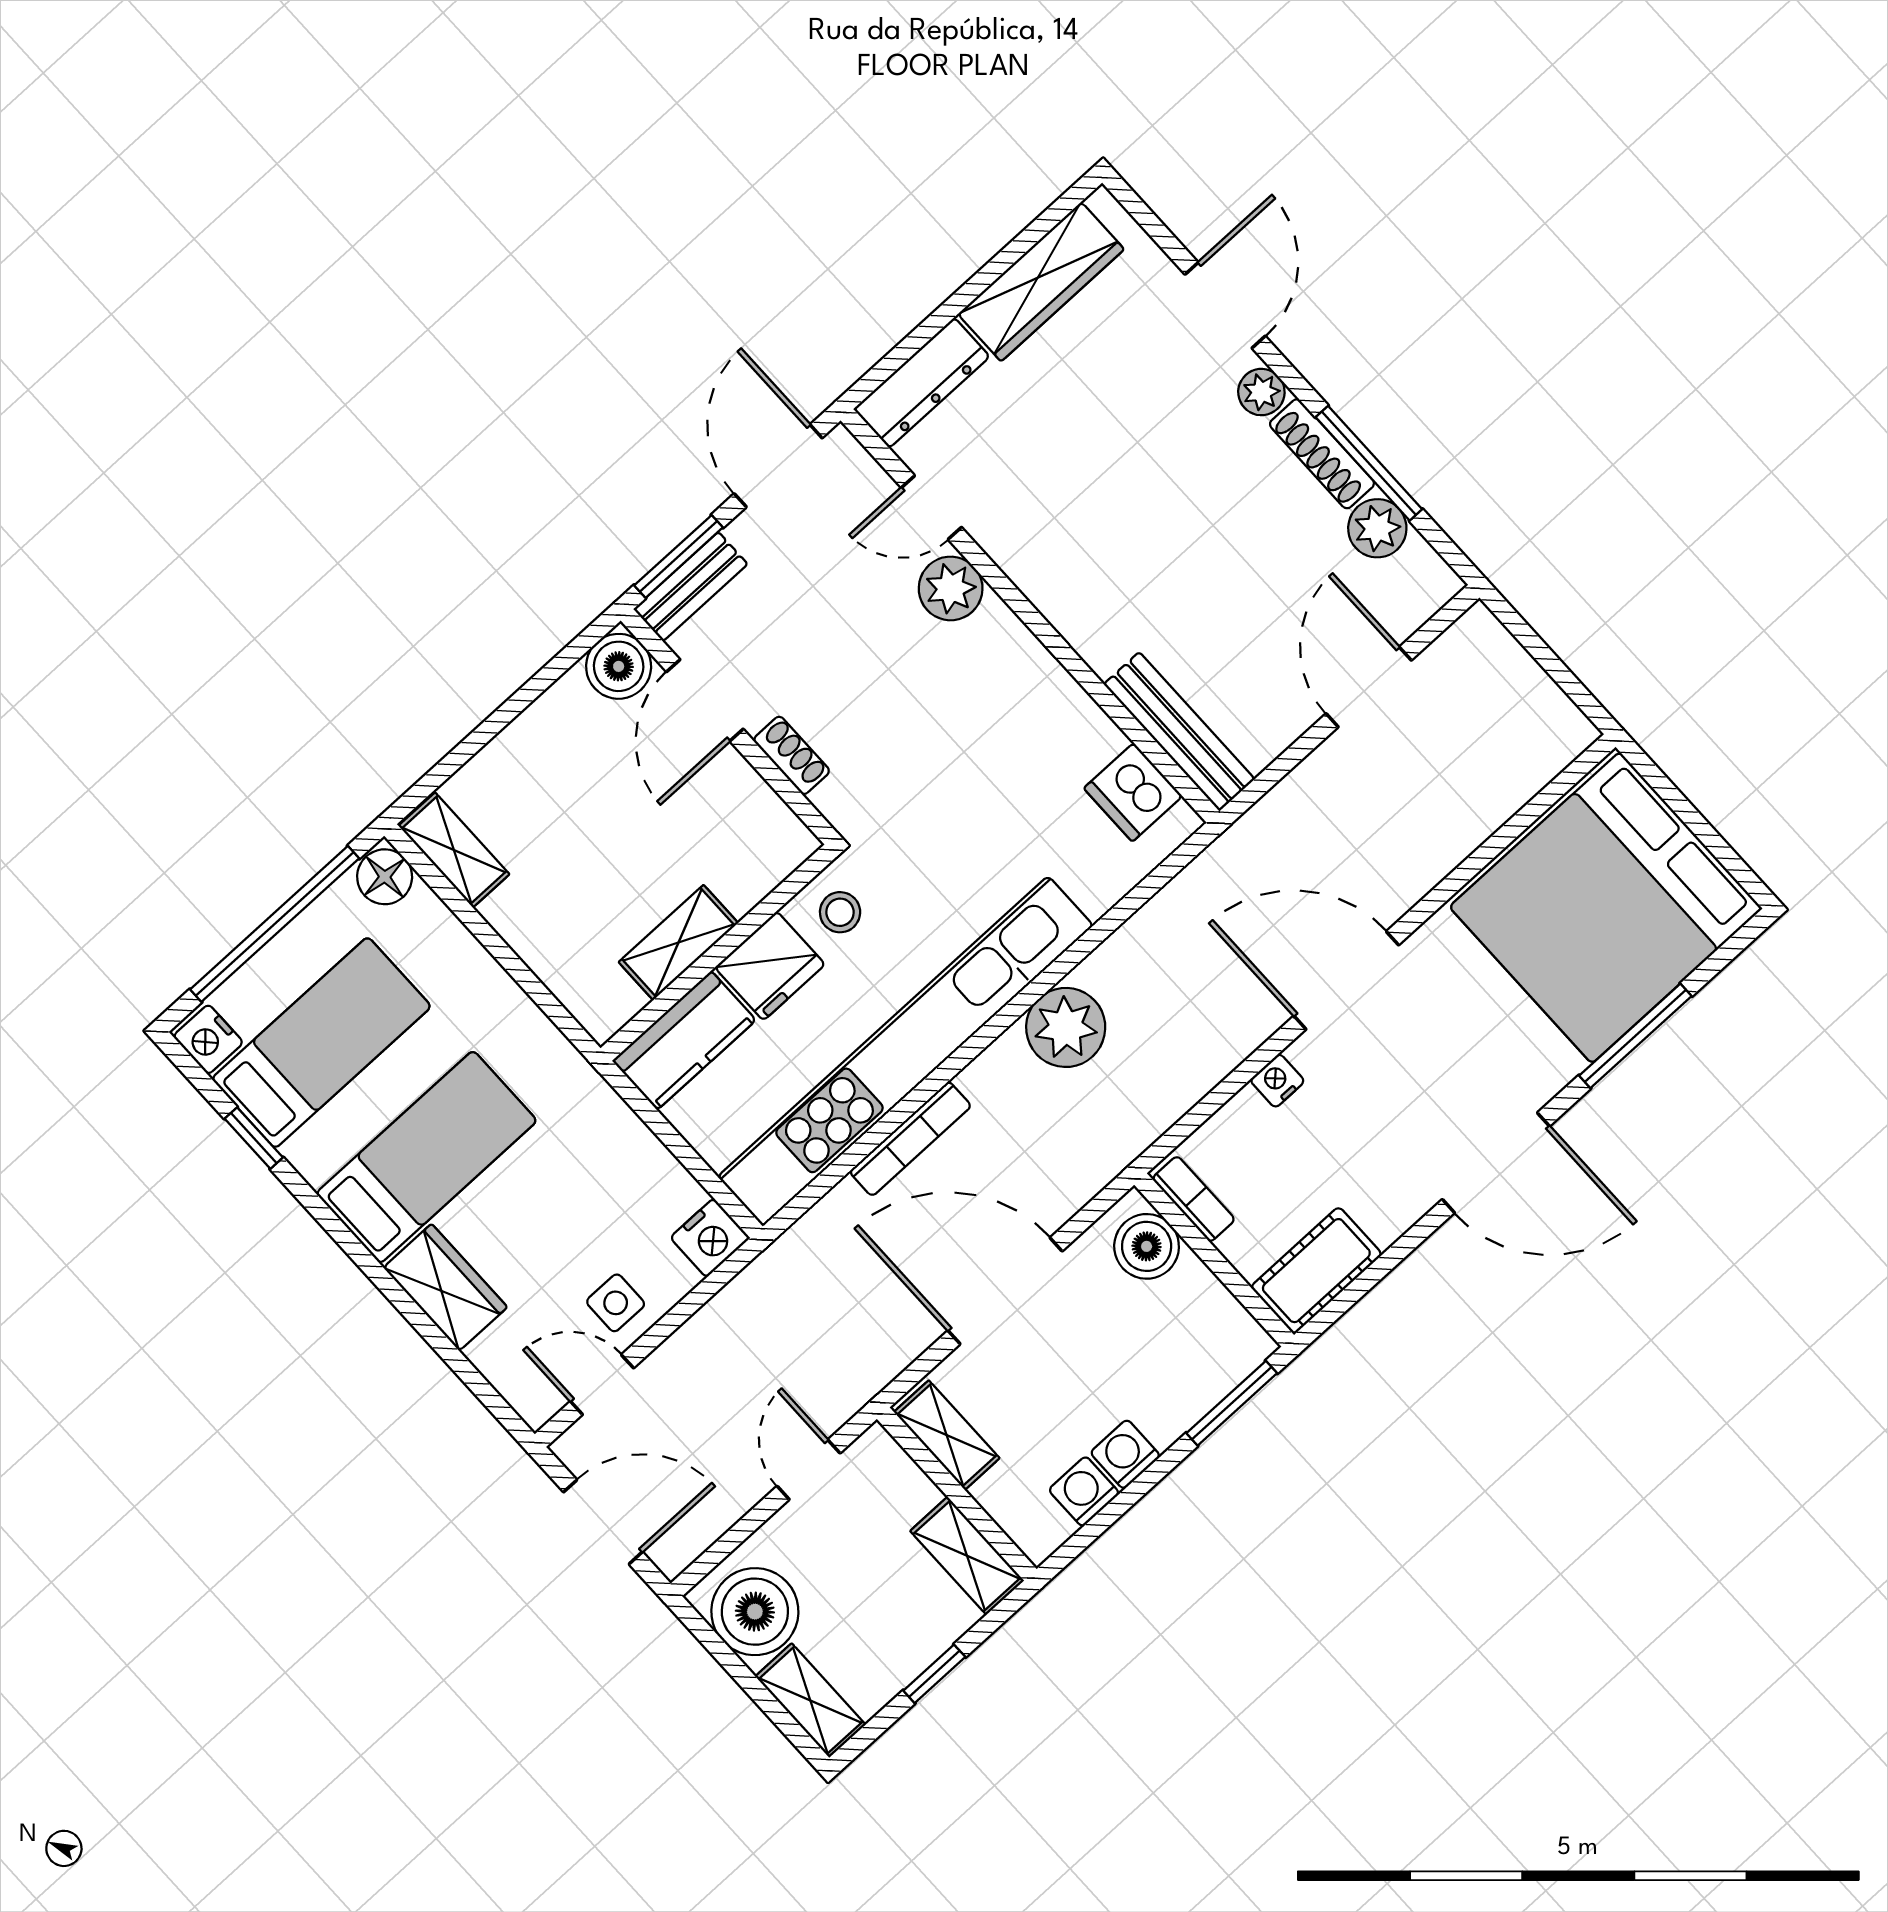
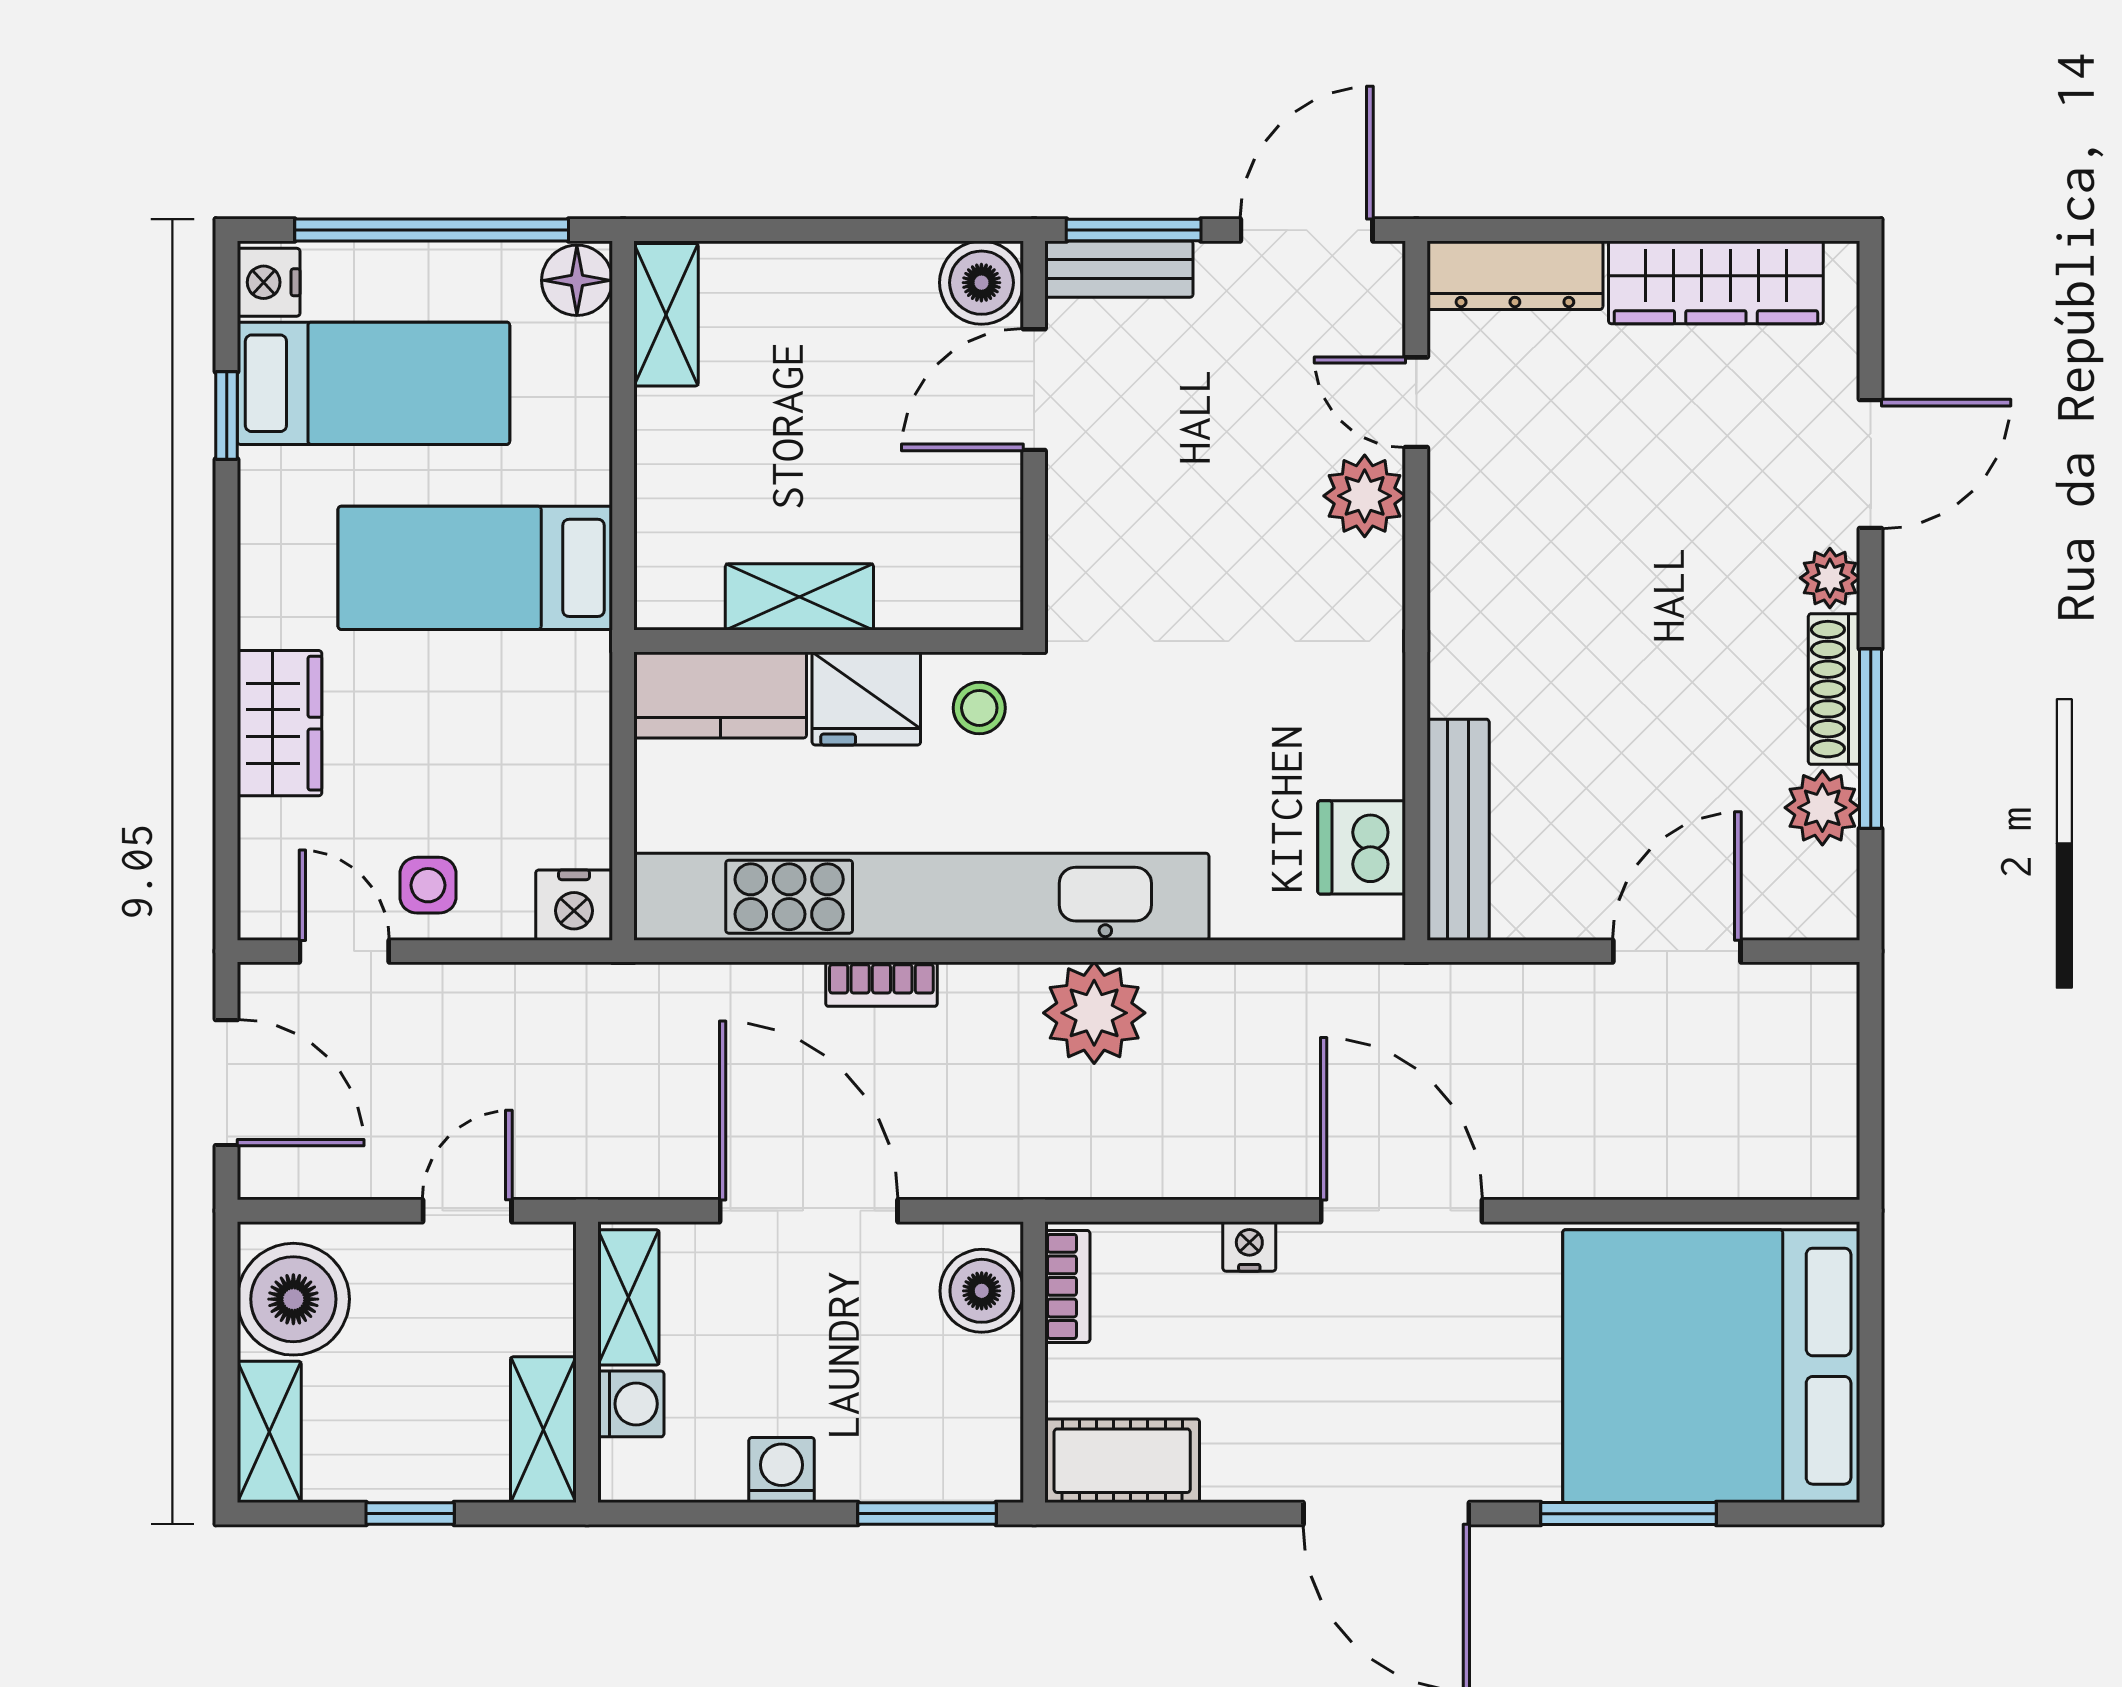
shoe rack: (792, 755) -> (1069, 517), removed
bookcase: (910, 1139) -> (881, 984), width x0.64
bed: (426, 1157) -> (475, 568), moved, turned 180
washing machine: (1084, 1491) -> (631, 1404), moved, turned 90

